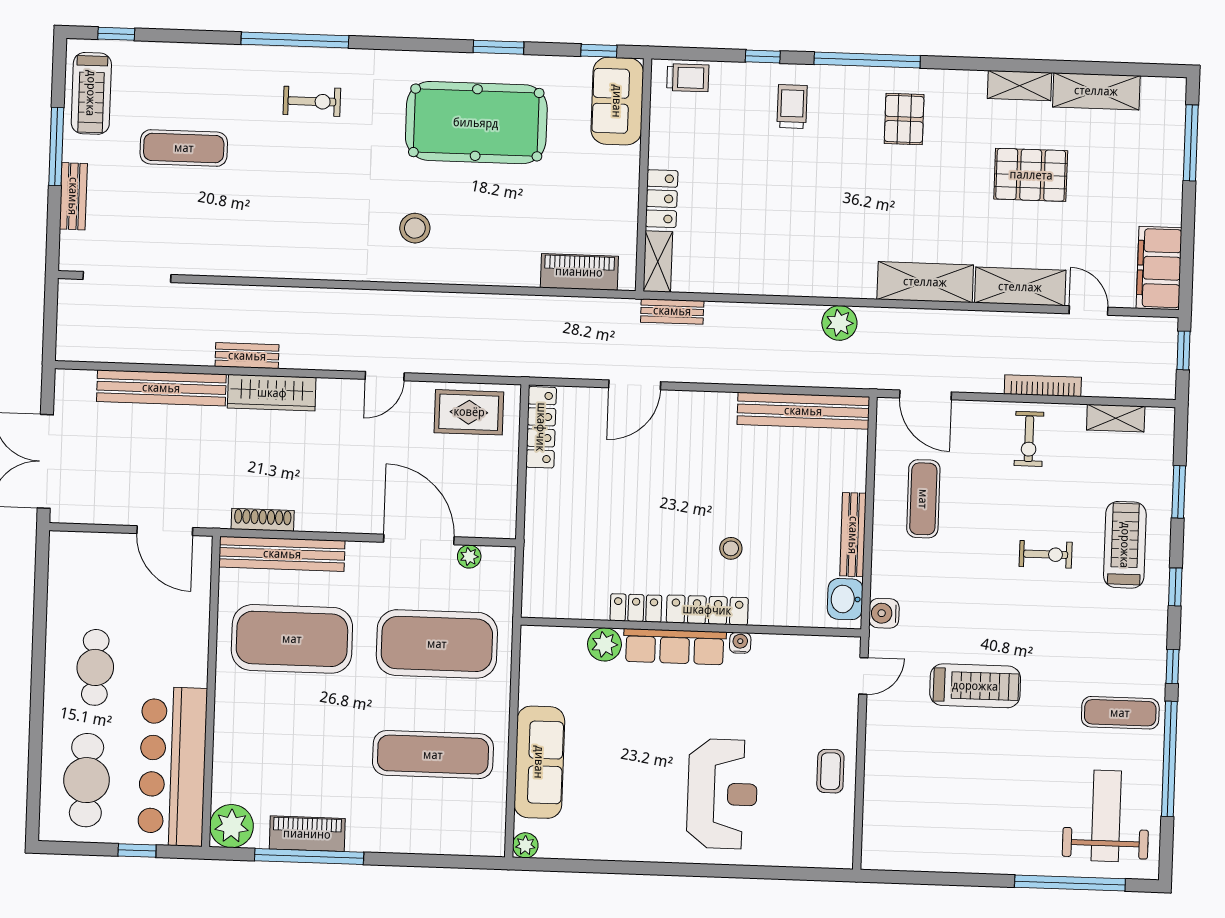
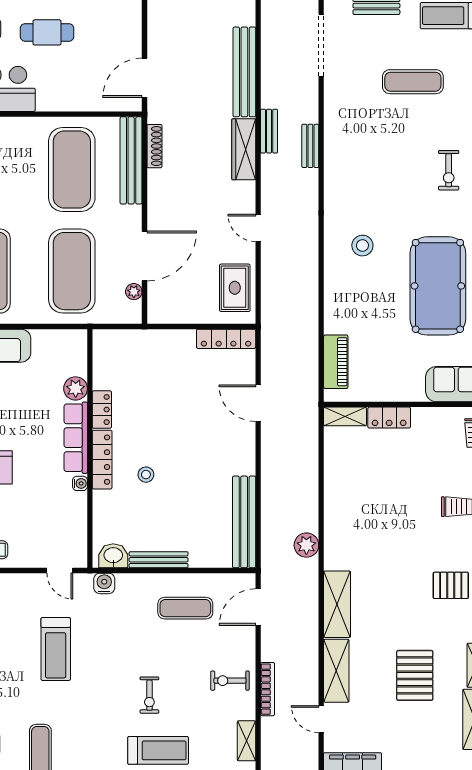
exercise mat: (184, 148) -> (413, 82), turned 90
bench: (672, 311) -> (310, 146), moved
door: (1088, 311) -> (321, 719), swing flipped

